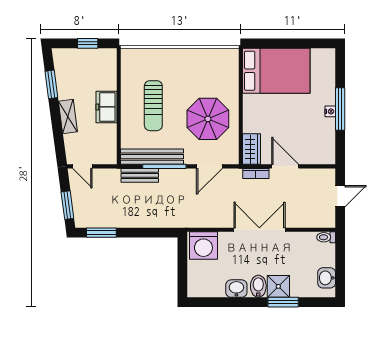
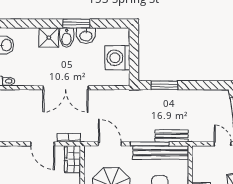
door: (209, 166) -> (110, 144), hinge flipped
window: (101, 233) -> (164, 85), moved
washing machine: (203, 245) -> (117, 58), moved, turned -90
window: (283, 302) -> (76, 24), moved

